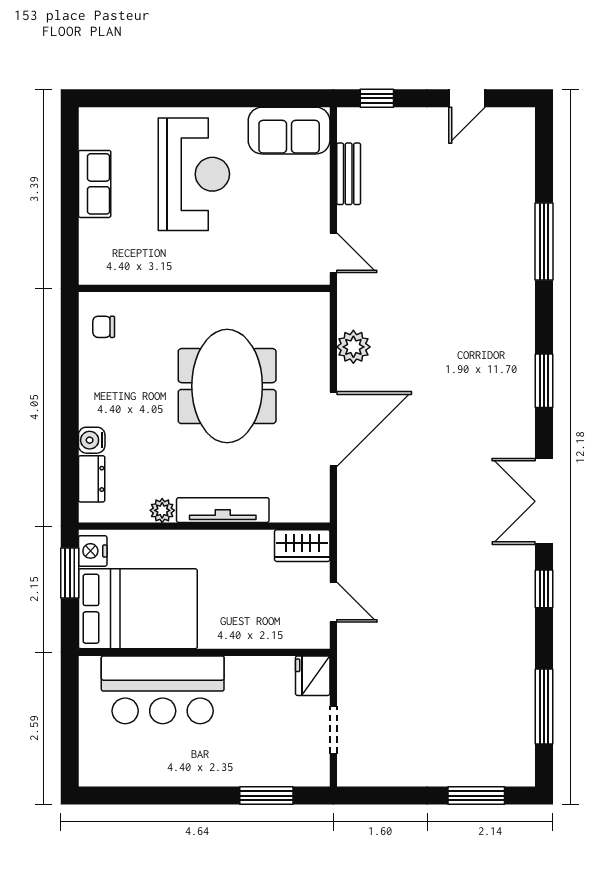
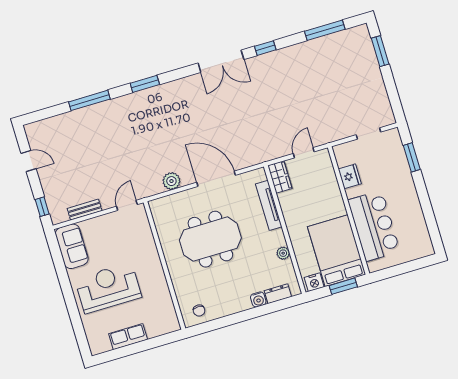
window: (544, 381) -> (145, 84), moved
tv unit: (223, 510) -> (269, 205), moved
window: (70, 573) -> (343, 286), moved
fridge: (313, 676) -> (350, 176), moved, turned -90

